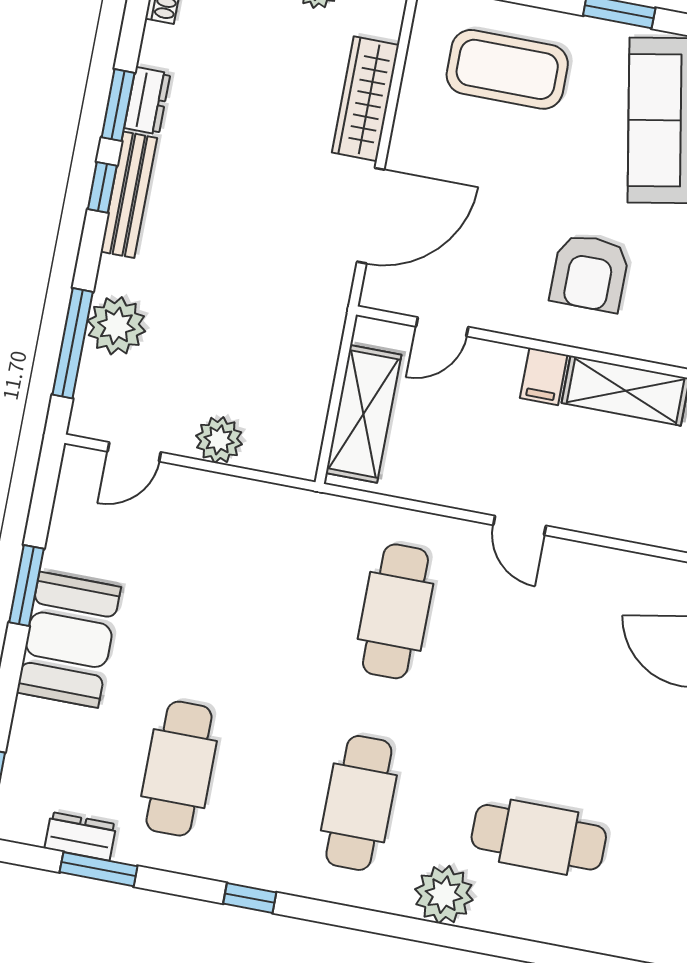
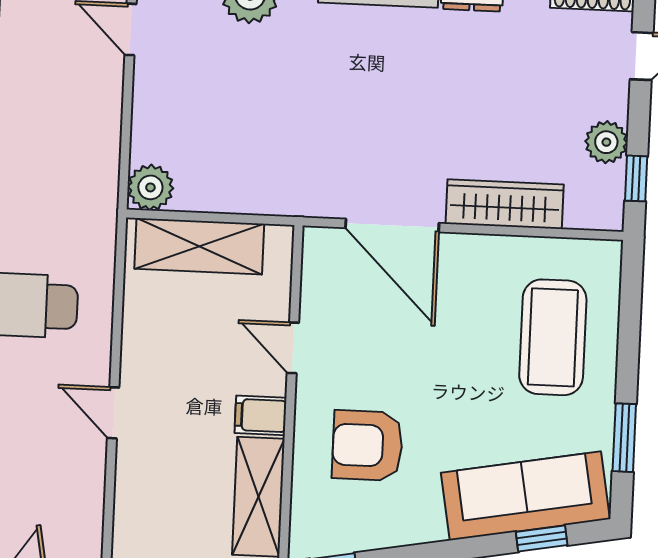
door: (442, 327) -> (293, 348), moved
plant: (219, 440) -> (150, 187), moved
door: (520, 525) -> (113, 413), hinge flipped

